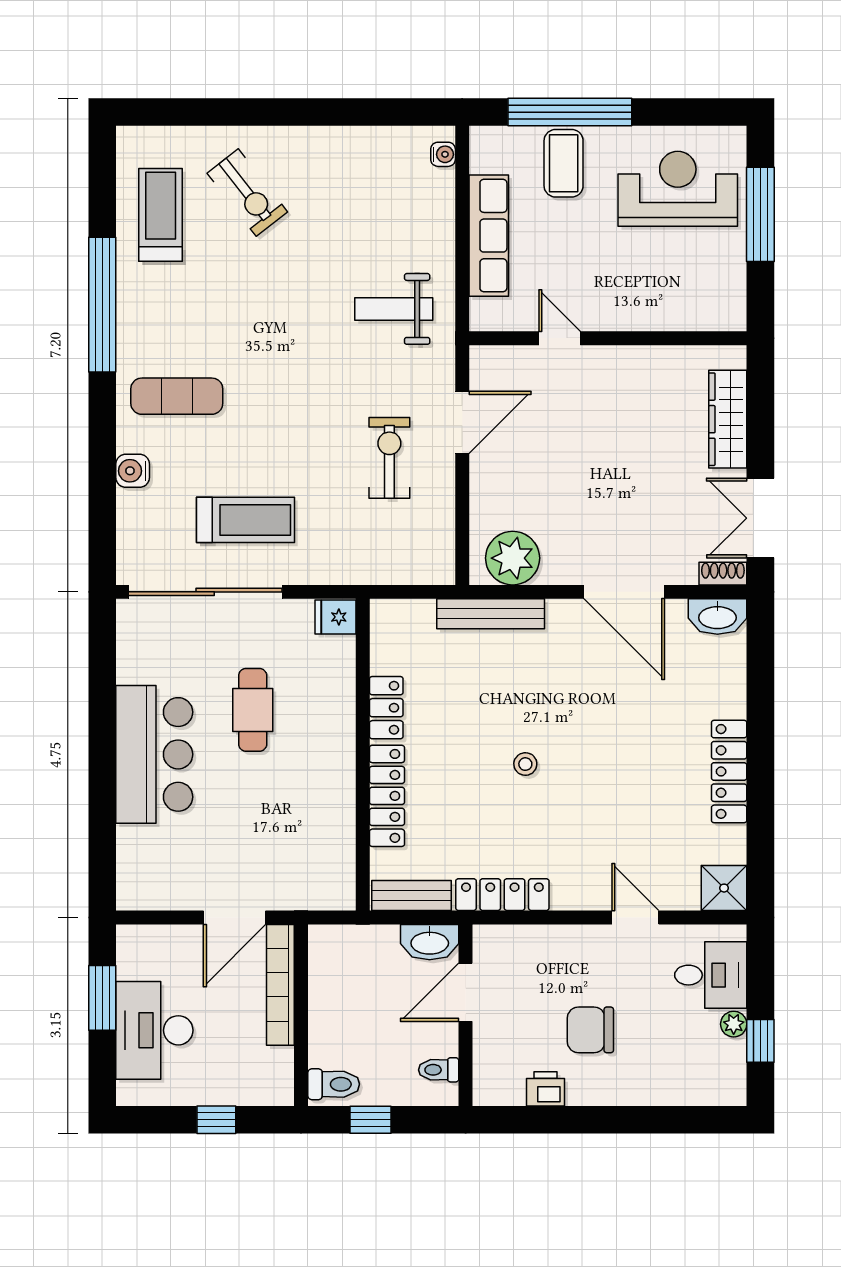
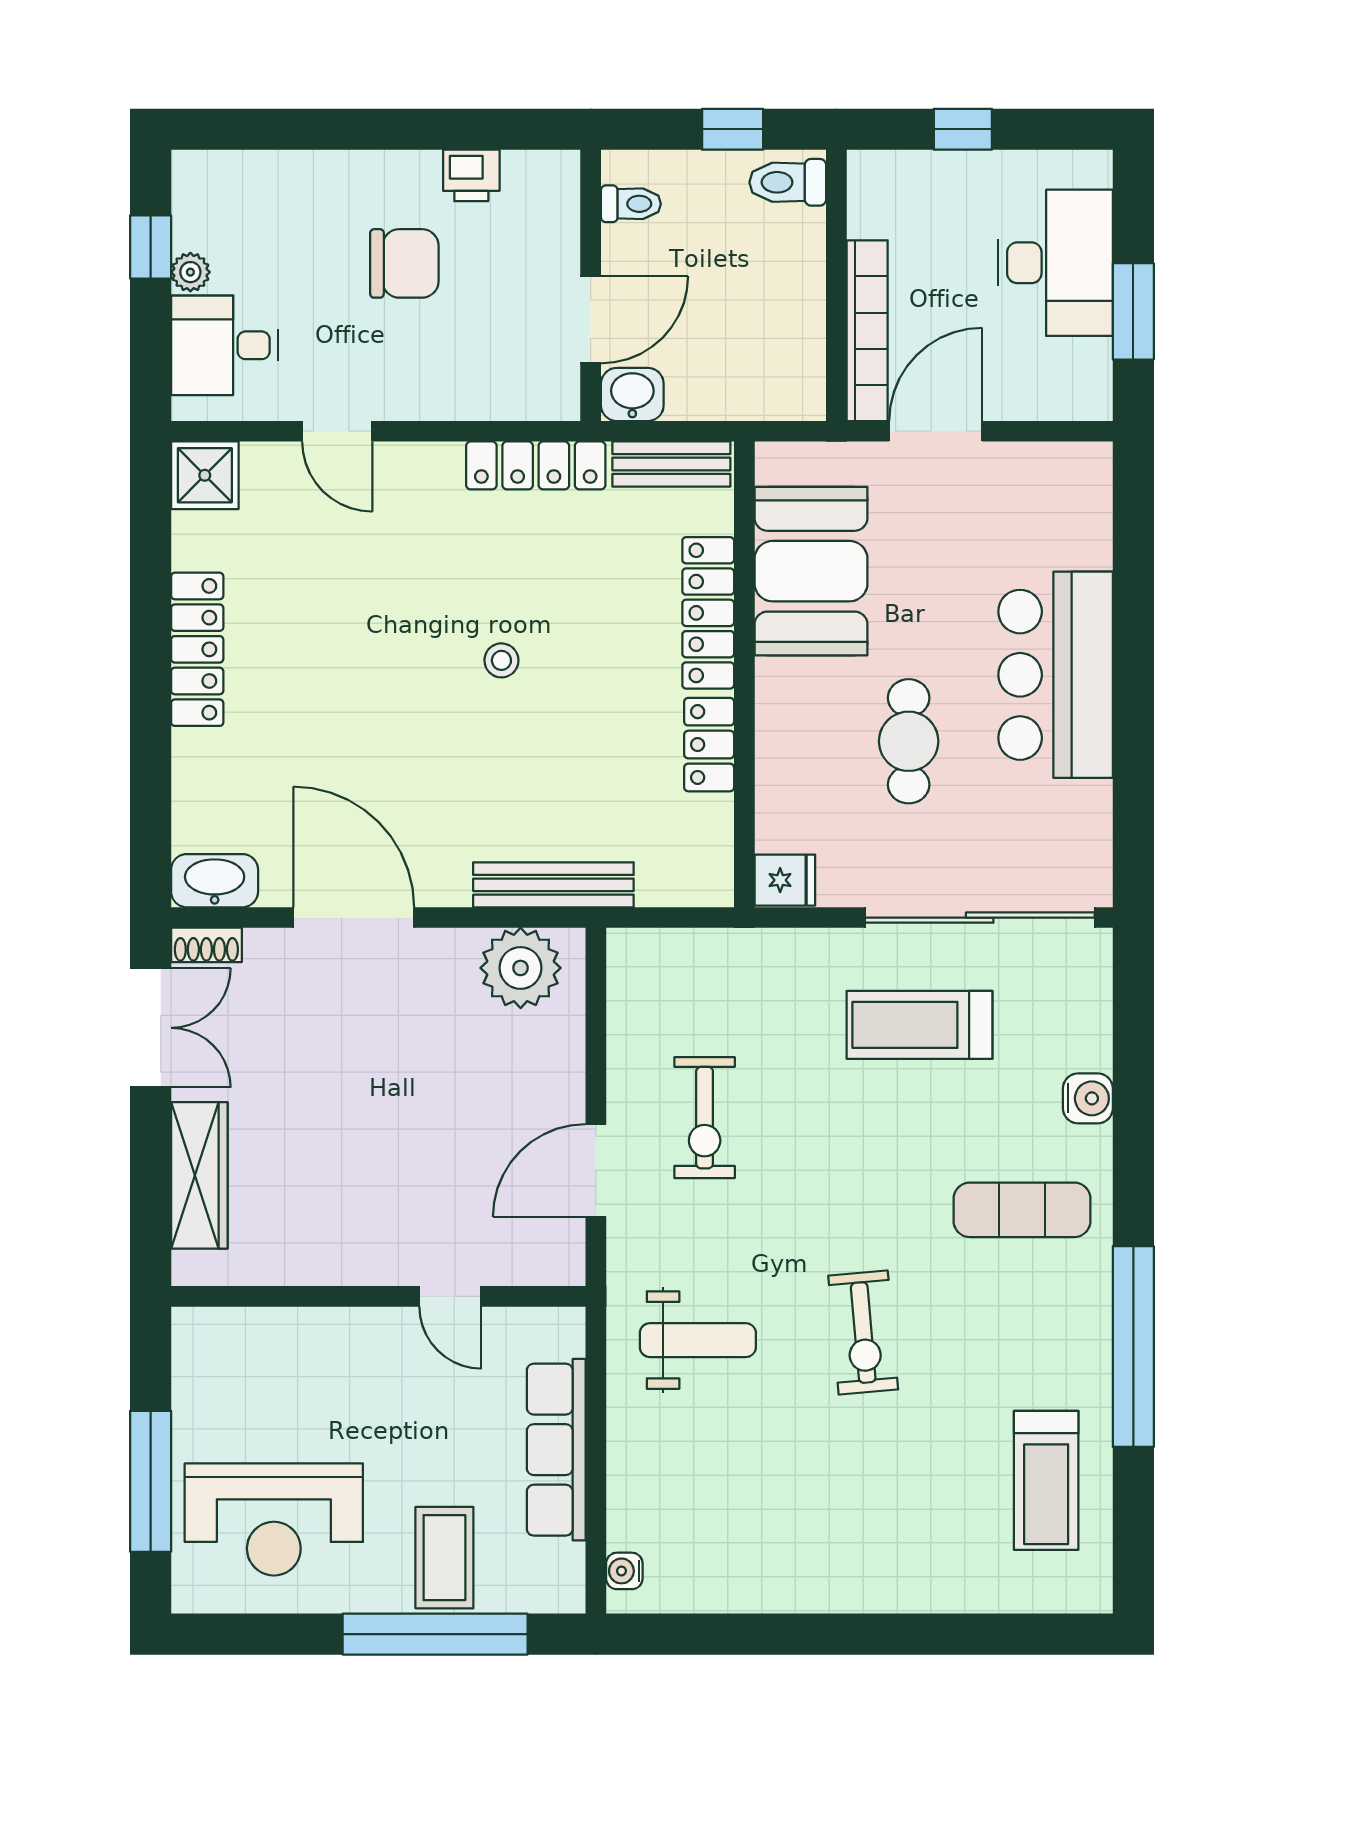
exercise bike: (247, 193) -> (863, 1333), moved, turned -147
booth: (318, 824) -> (811, 571), added
washbasin: (430, 942) -> (632, 394), width x0.72

